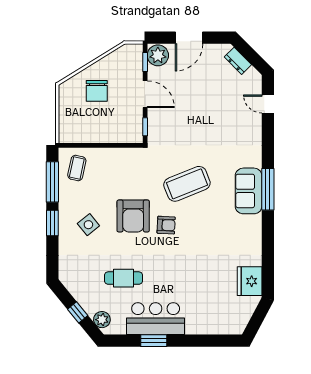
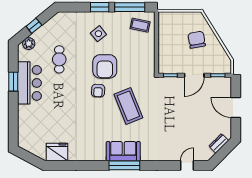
plant: (158, 55) -> (223, 85), removed
chair: (97, 91) -> (197, 40), turned 80
armchair: (133, 216) -> (105, 66), turned -90

